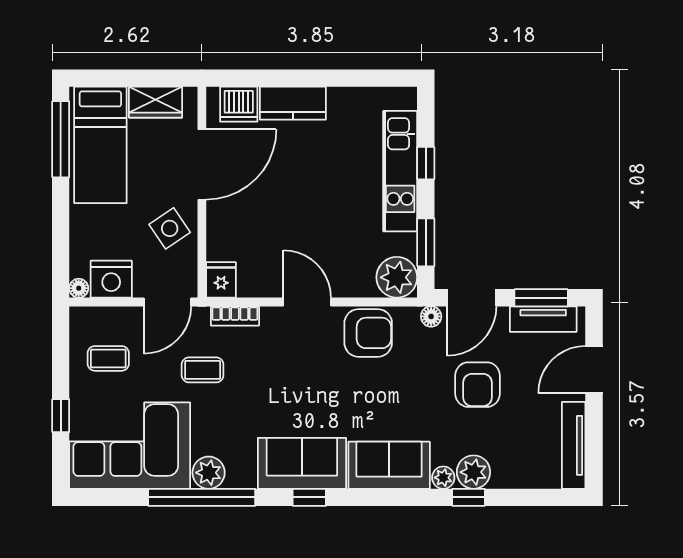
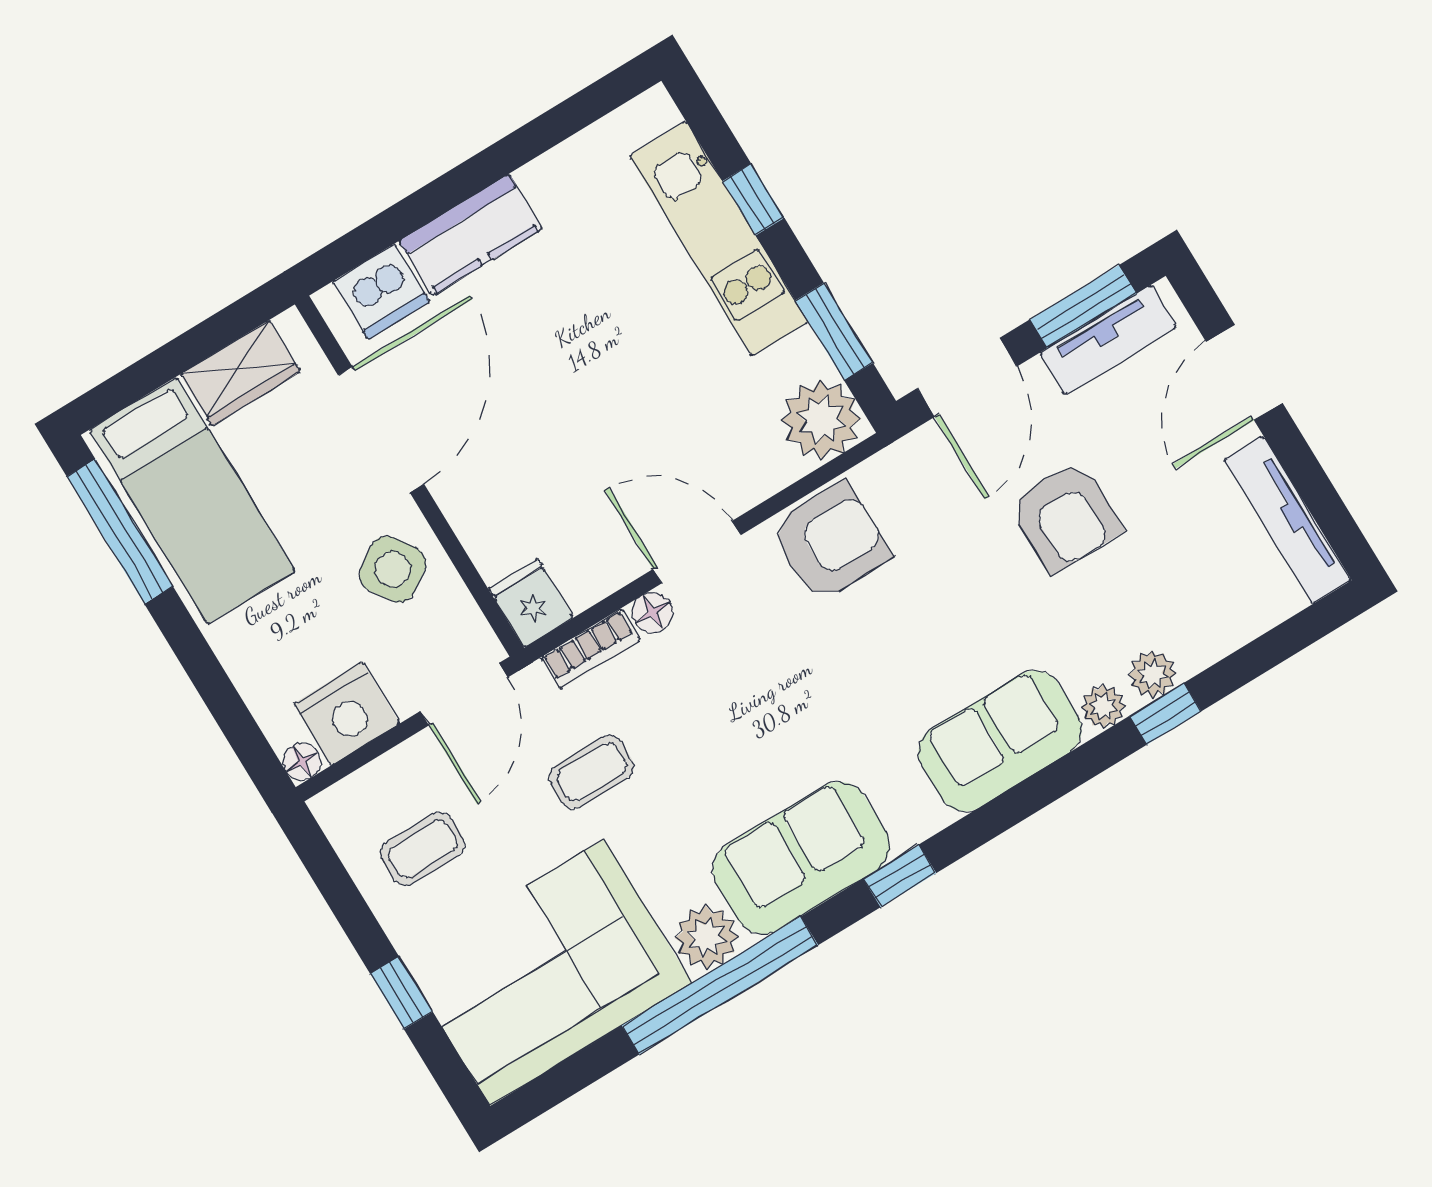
floor lamp: (431, 316) -> (652, 612), moved
sofa: (302, 463) -> (801, 858), moved
plant: (473, 472) -> (1152, 674), width x0.73, depth x0.73

